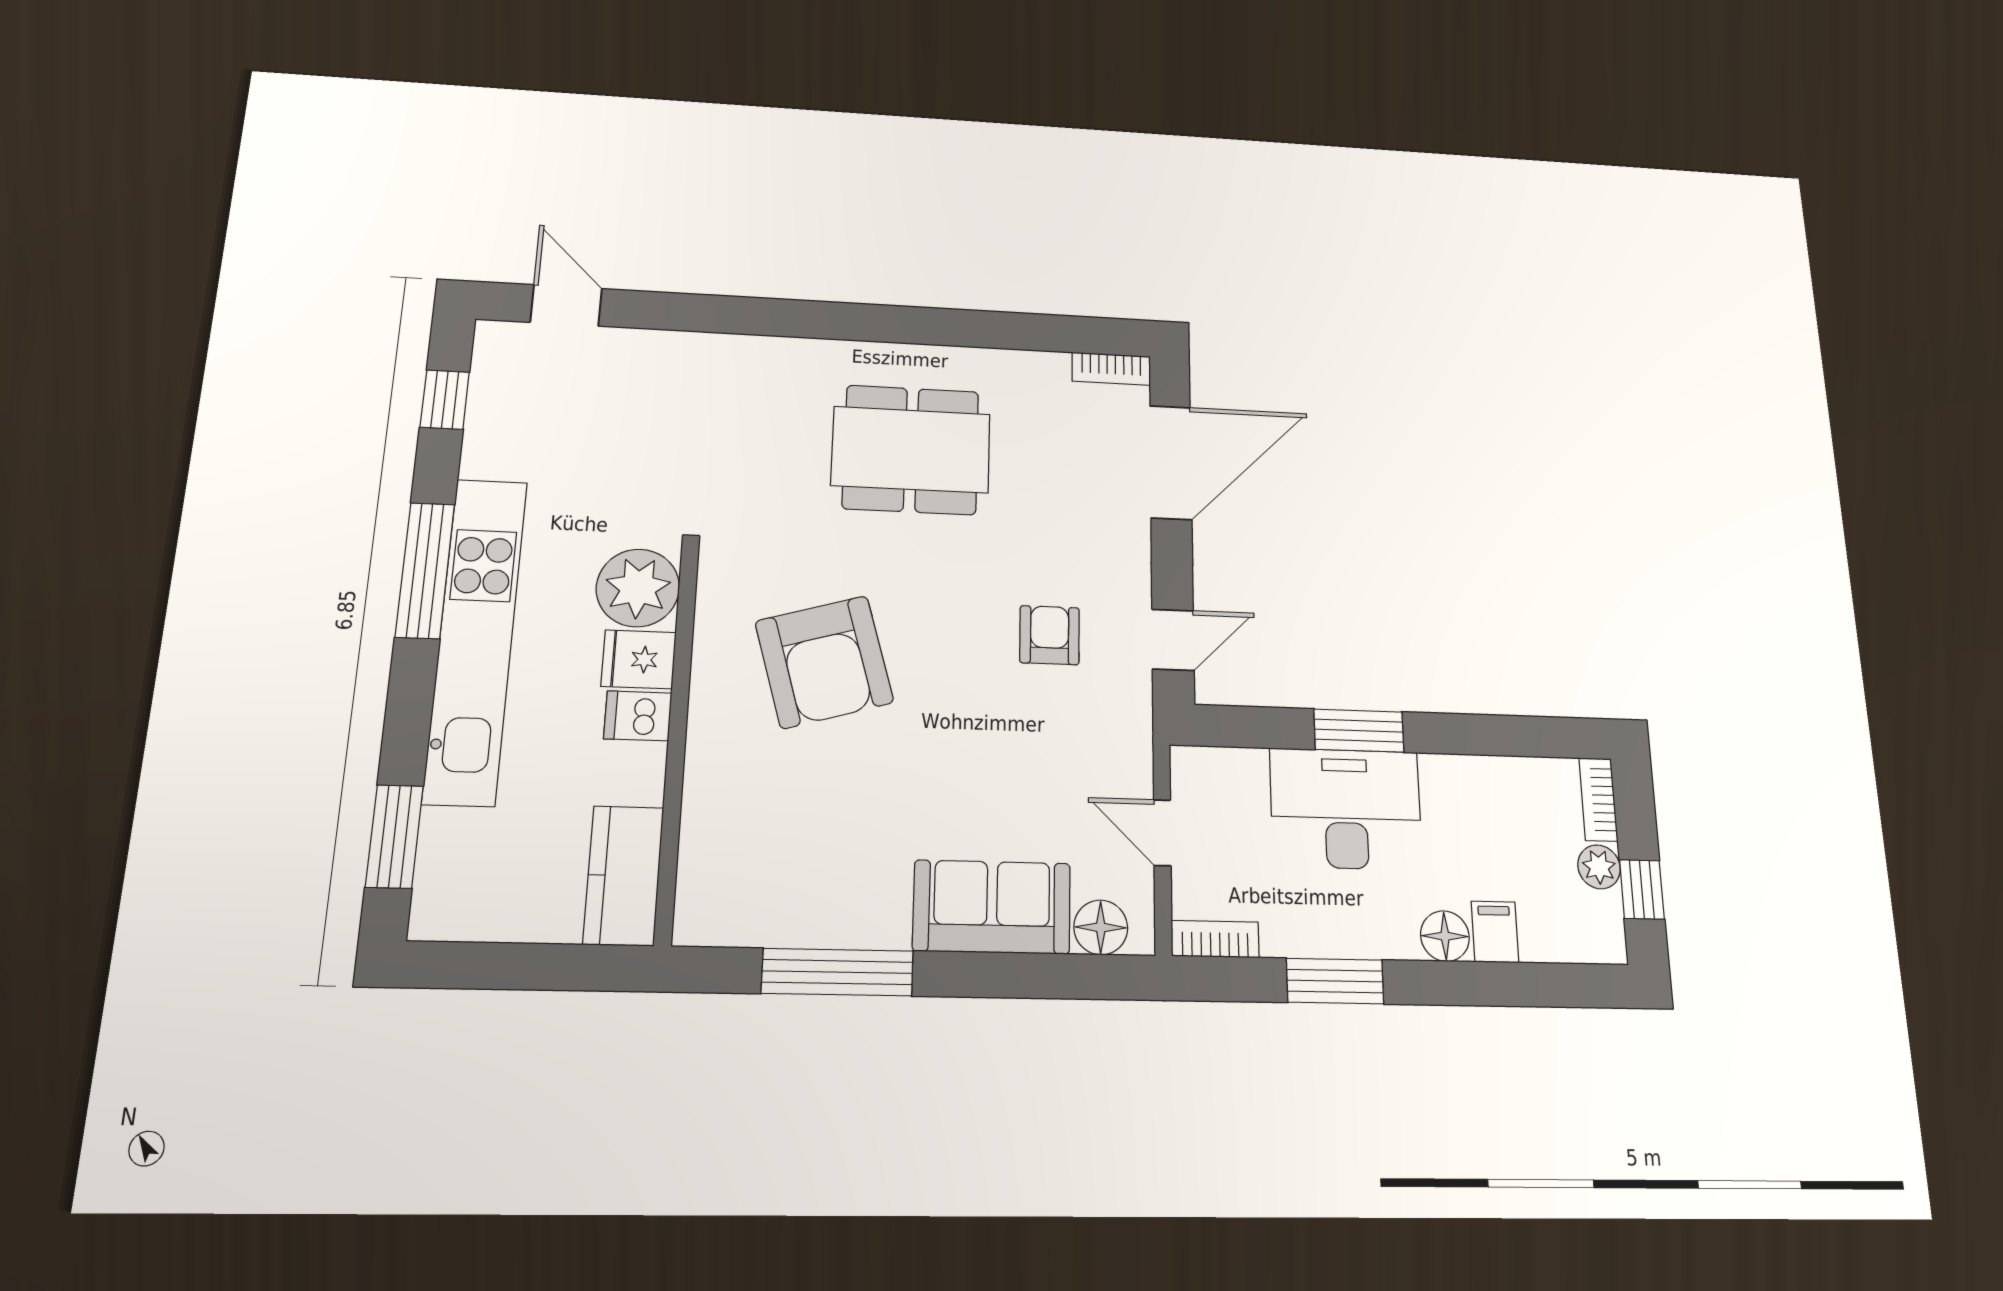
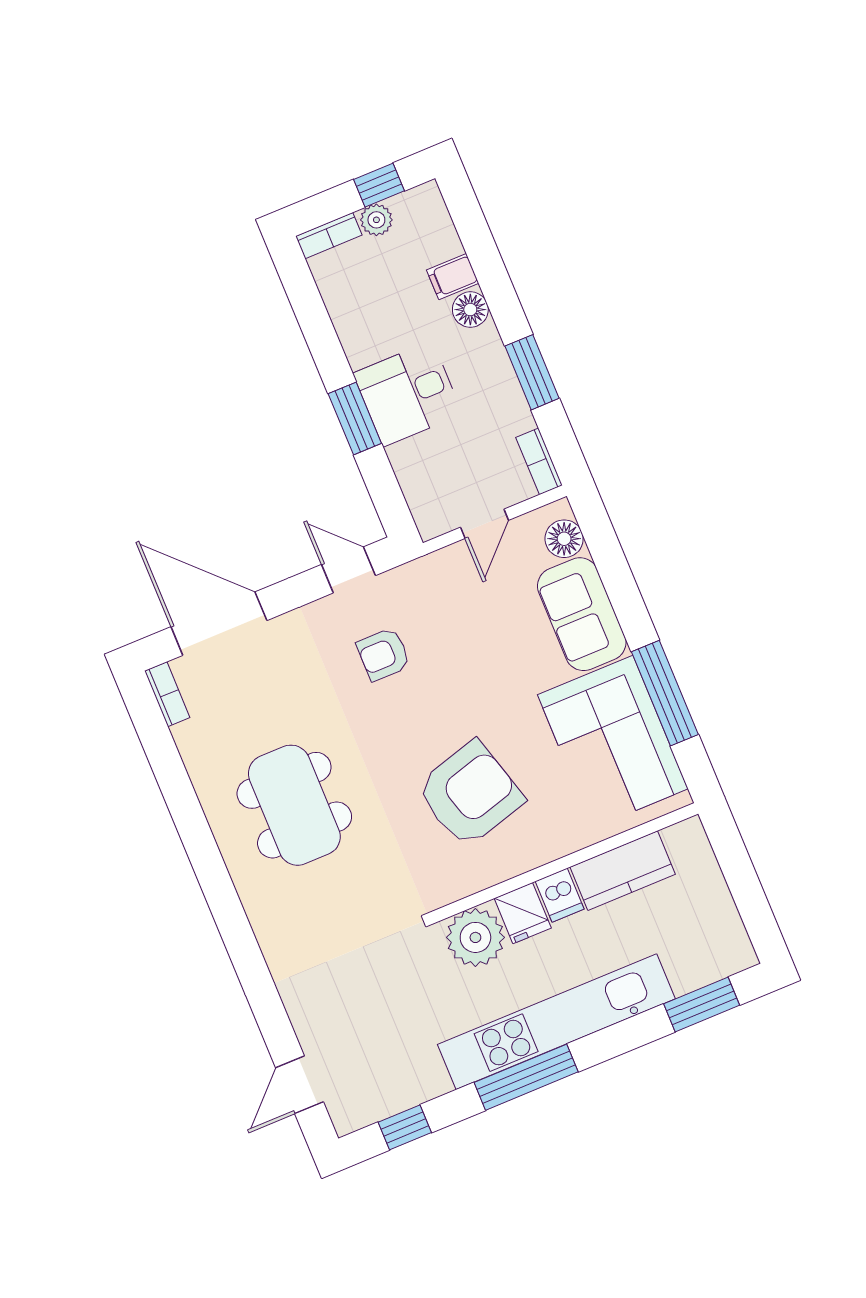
desk: (1346, 809) -> (408, 394), width x0.73
corner sofa: (805, 873) -> (613, 742), added
kitchen counter: (623, 875) -> (623, 871), moved

